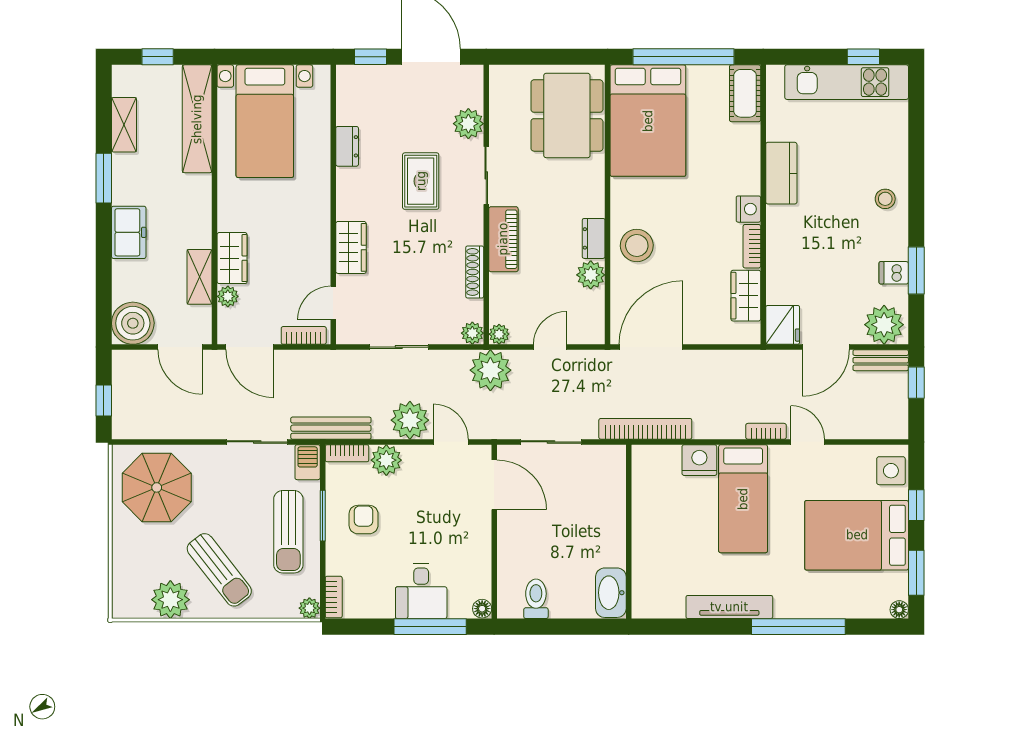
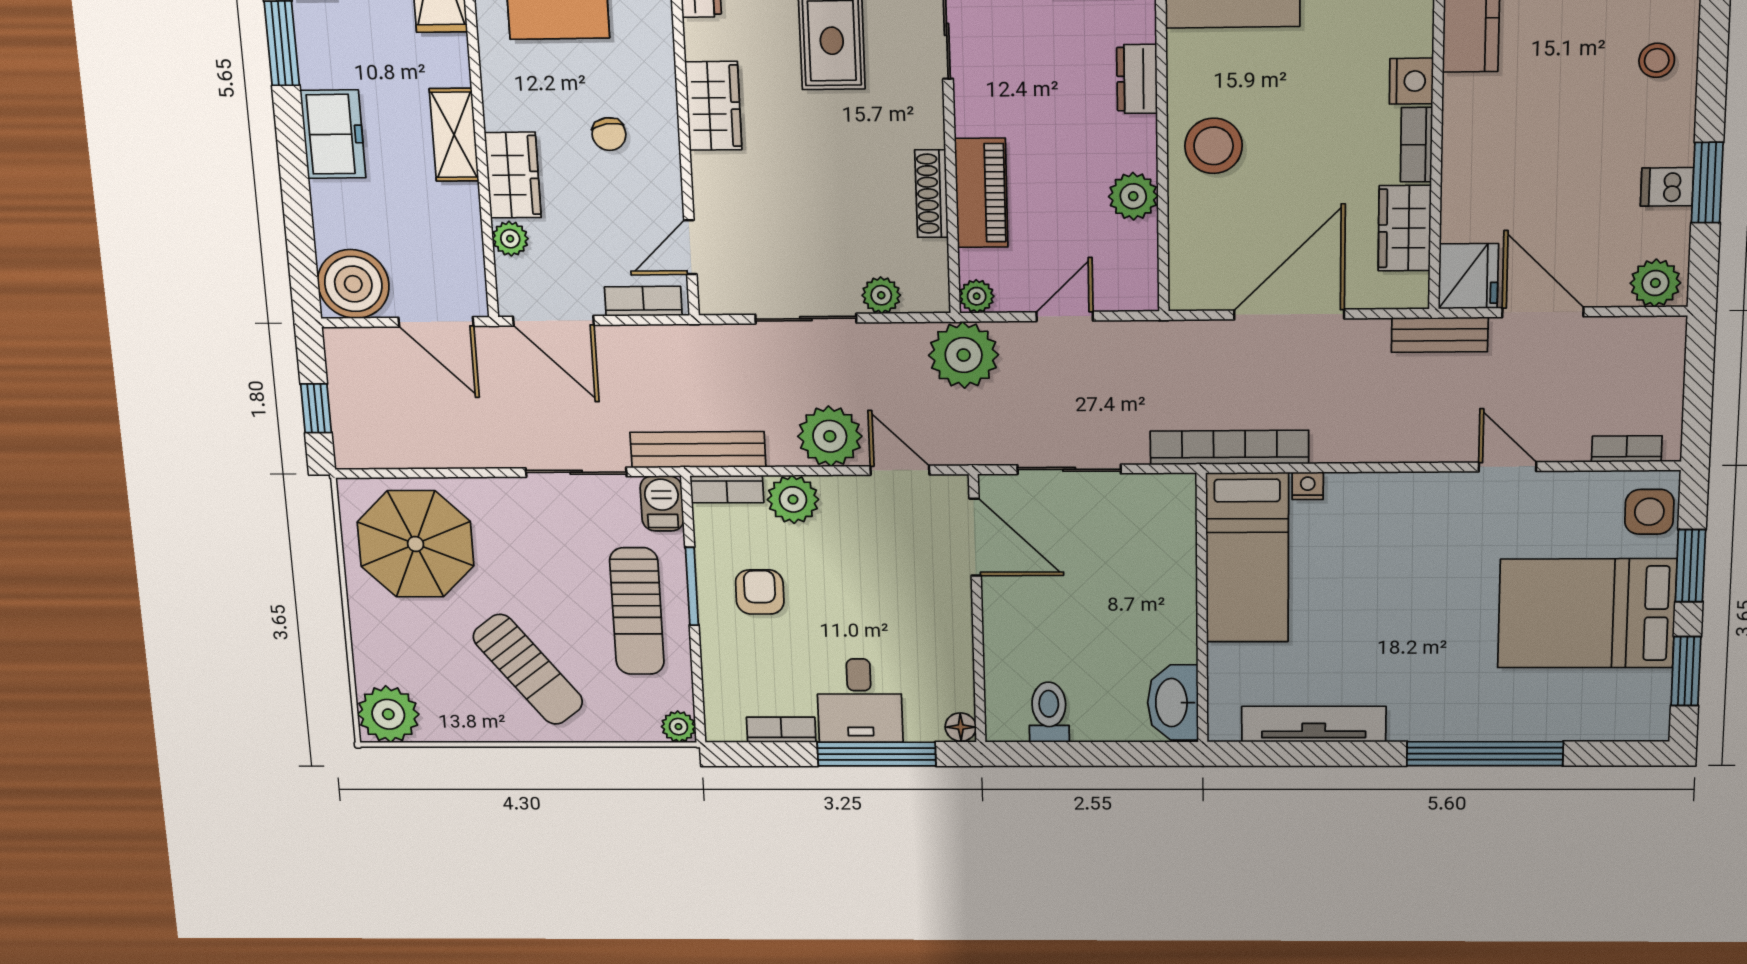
chair: (290, 234) -> (609, 134), added
dresser: (594, 238) -> (1137, 79), moved
piano: (503, 239) -> (981, 193), moved
wardrobe: (351, 247) -> (713, 106), moved
shelving: (199, 277) -> (454, 135), moved
plant: (884, 325) -> (1655, 283), width x0.73, depth x0.73
plant: (472, 333) -> (881, 295), moved
door: (651, 347) -> (1289, 314), moved
door: (826, 347) -> (1543, 312), swing flipped
bench: (881, 360) -> (1440, 335), moved
window: (916, 383) -> (1699, 369), removed
bookcase: (766, 431) -> (1627, 449), moved
nightstand: (699, 460) -> (1308, 486), width x0.53, depth x0.56
bed: (743, 499) -> (1247, 558), moved
window: (916, 505) -> (1691, 566), width x1.50
bookcase: (334, 597) -> (781, 730), moved, turned -90
plant: (170, 600) -> (388, 714), moved
tv unit: (729, 607) -> (1314, 724), moved
floor lamp: (899, 610) -> (1655, 728), removed

